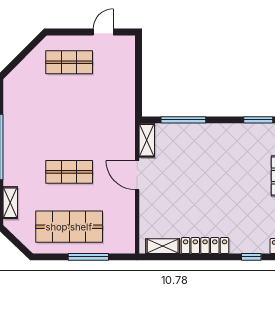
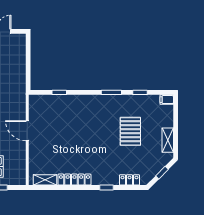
window: (183, 120) -> (59, 92), width x0.46
shelving: (147, 140) -> (34, 106), removed

